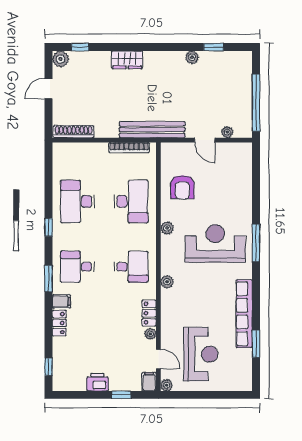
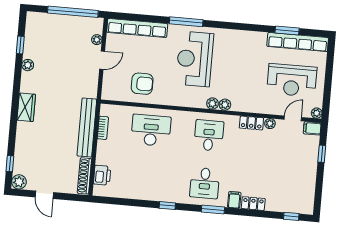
wardrobe: (127, 60) -> (26, 107), moved
bench: (152, 130) -> (87, 128), moved
bookcase: (129, 148) -> (103, 128), width x0.64
row of seats: (244, 176) -> (137, 28), added
desk: (77, 201) -> (147, 178), removed
plant: (167, 228) -> (212, 103), moved
window: (256, 243) -> (186, 22), moved
row of seats: (244, 314) -> (298, 42), moved
reception desk: (201, 354) -> (292, 80), turned 180
printer: (98, 382) -> (102, 175), moved, turned 180

